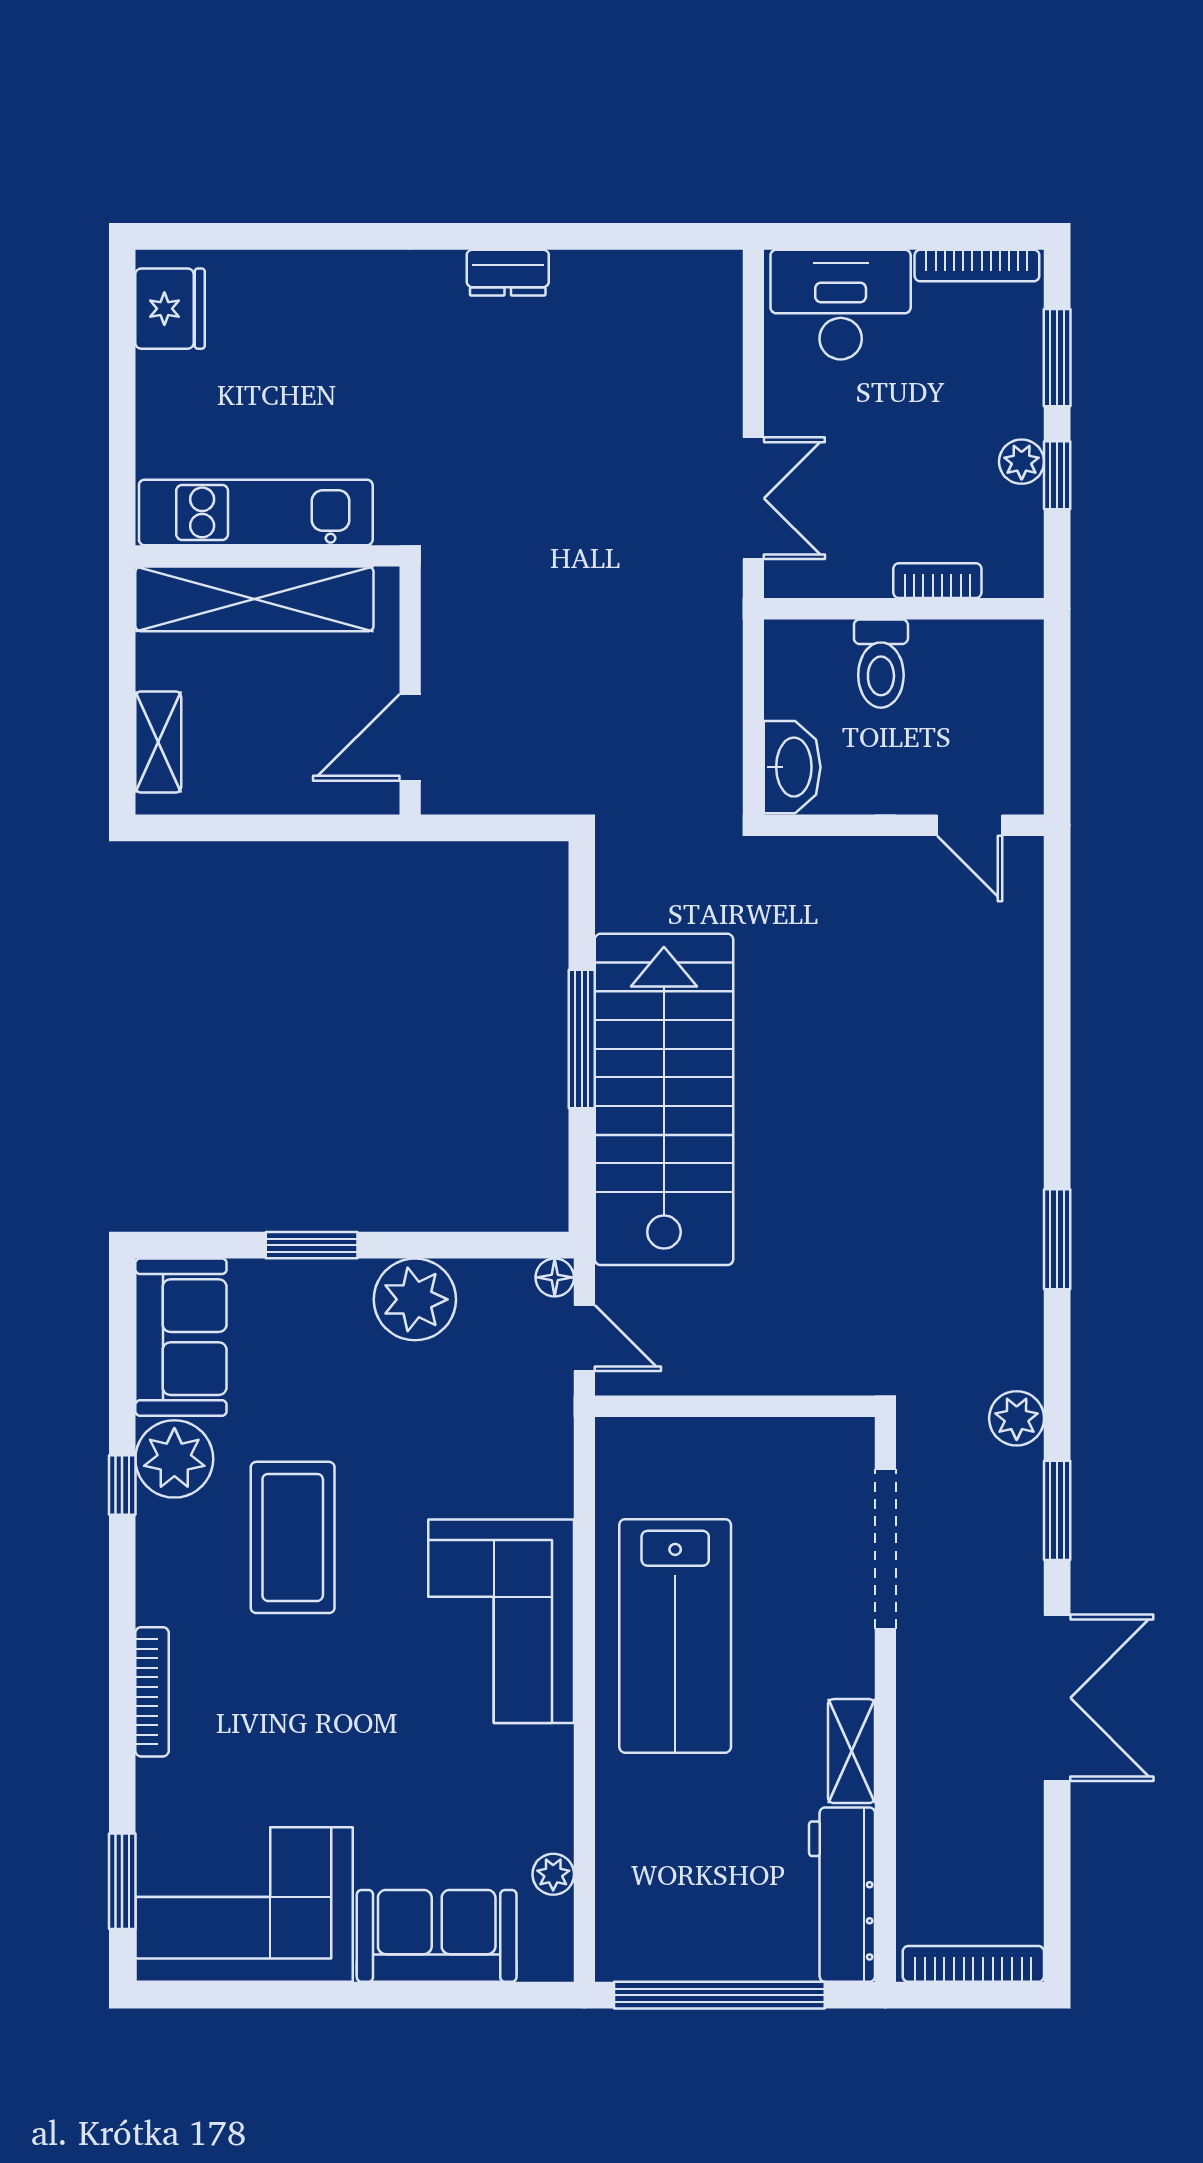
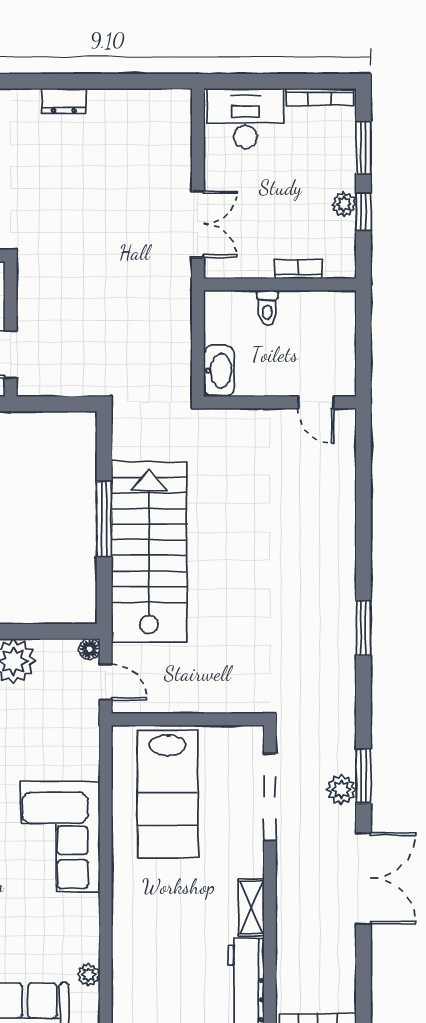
toilet: (881, 664) -> (267, 307), width x0.73, depth x0.72
plant: (1017, 1418) -> (341, 790), moved
lab bench: (675, 1636) -> (168, 794), moved

